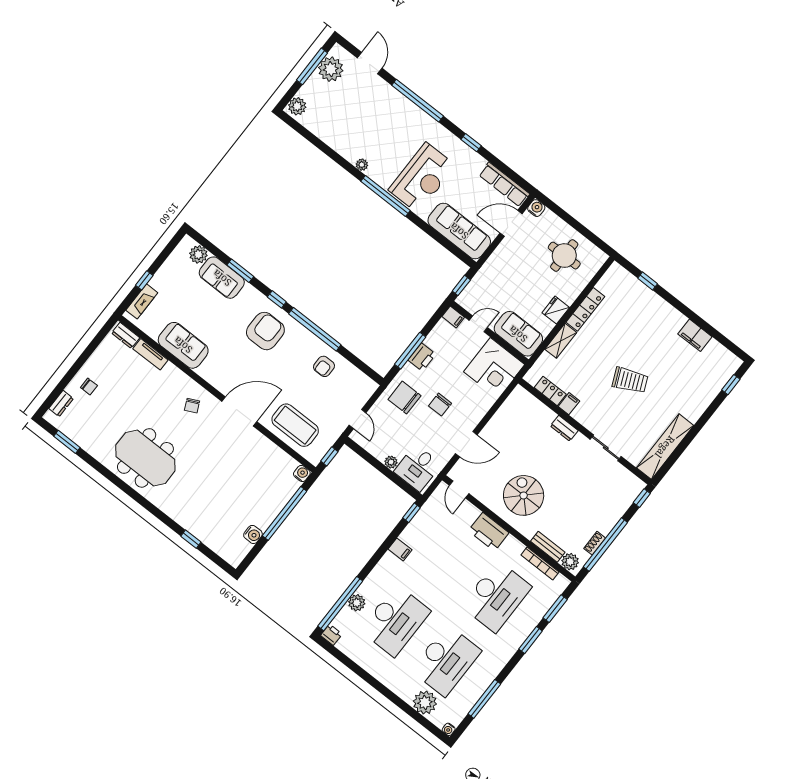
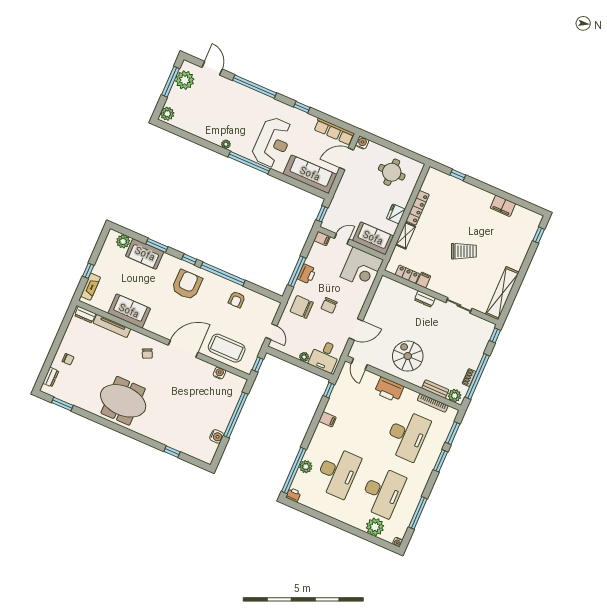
tv unit: (150, 354) -> (112, 326), width x1.41
water cooler: (302, 474) -> (219, 373), moved

